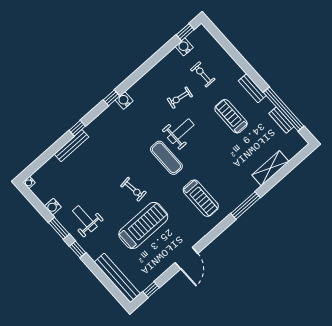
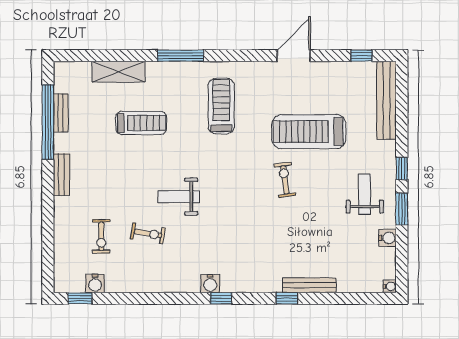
treadmill: (231, 116) -> (141, 123), moved, turned -90
exercise mat: (166, 158) -> (220, 182), removed
weight bench: (85, 219) -> (365, 194), turned 180

